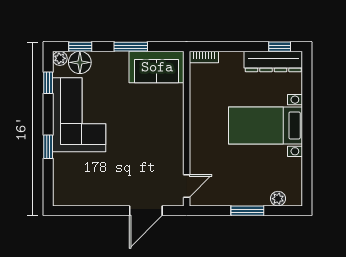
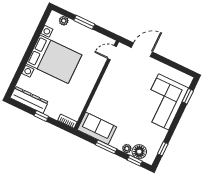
window: (280, 47) -> (41, 116), moved
plant: (60, 58) -> (127, 149), moved
corner sofa: (79, 115) -> (164, 102), moved
bed with nightstands: (265, 125) -> (54, 59), width x1.36
window: (48, 147) -> (188, 96), moved

